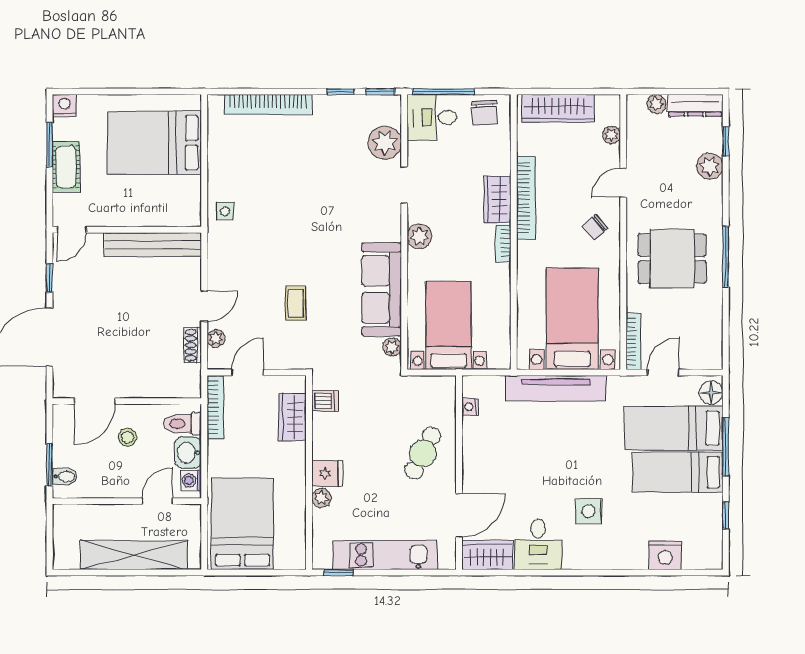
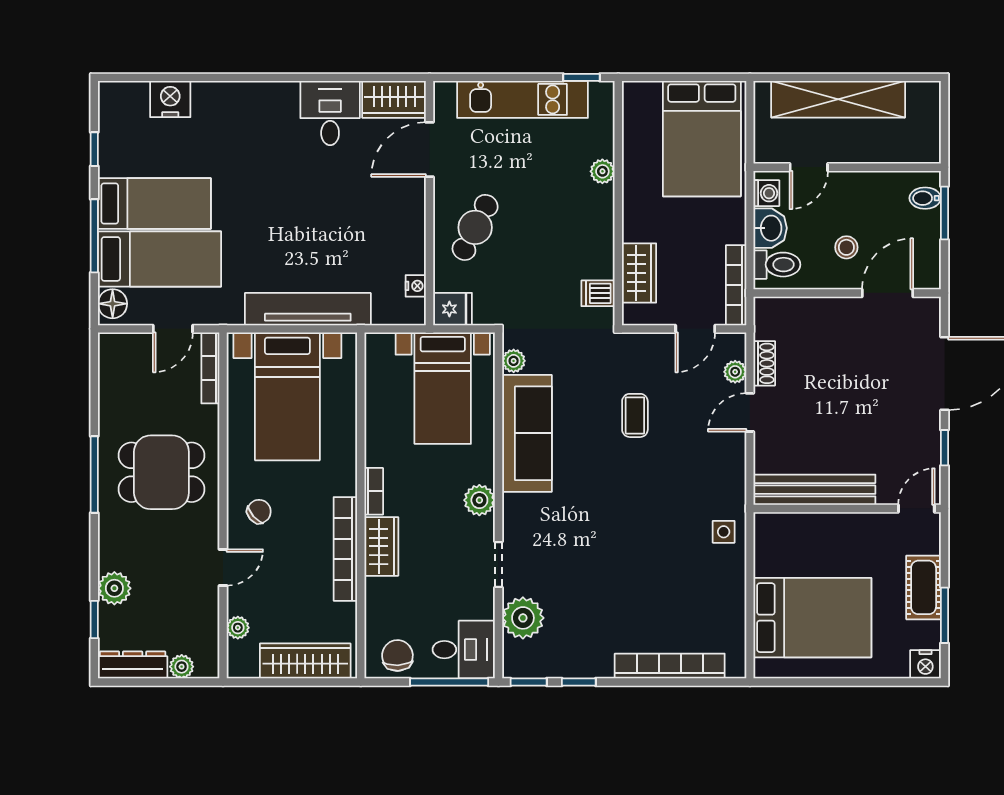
fridge: (327, 473) -> (453, 309), moved, turned 180
side table: (589, 511) -> (267, 155), removed

